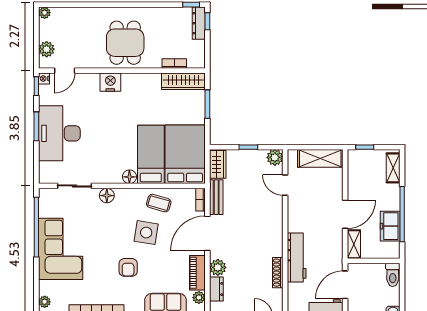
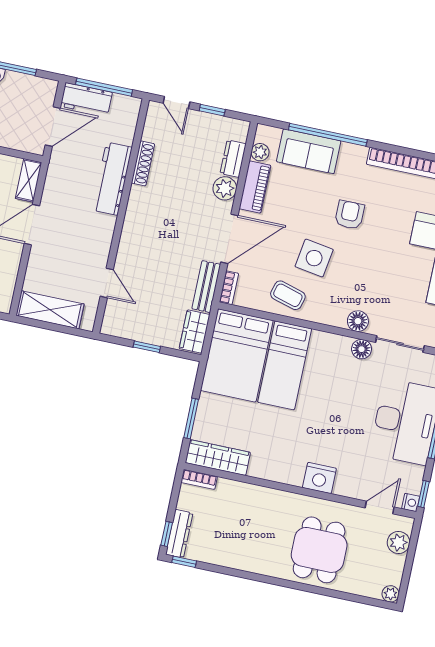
dining table: (125, 43) -> (319, 550), moved
bookcase: (174, 63) -> (199, 479), moved
plant: (275, 157) -> (113, 325), removed
floor lamp: (129, 177) -> (362, 349), moved

